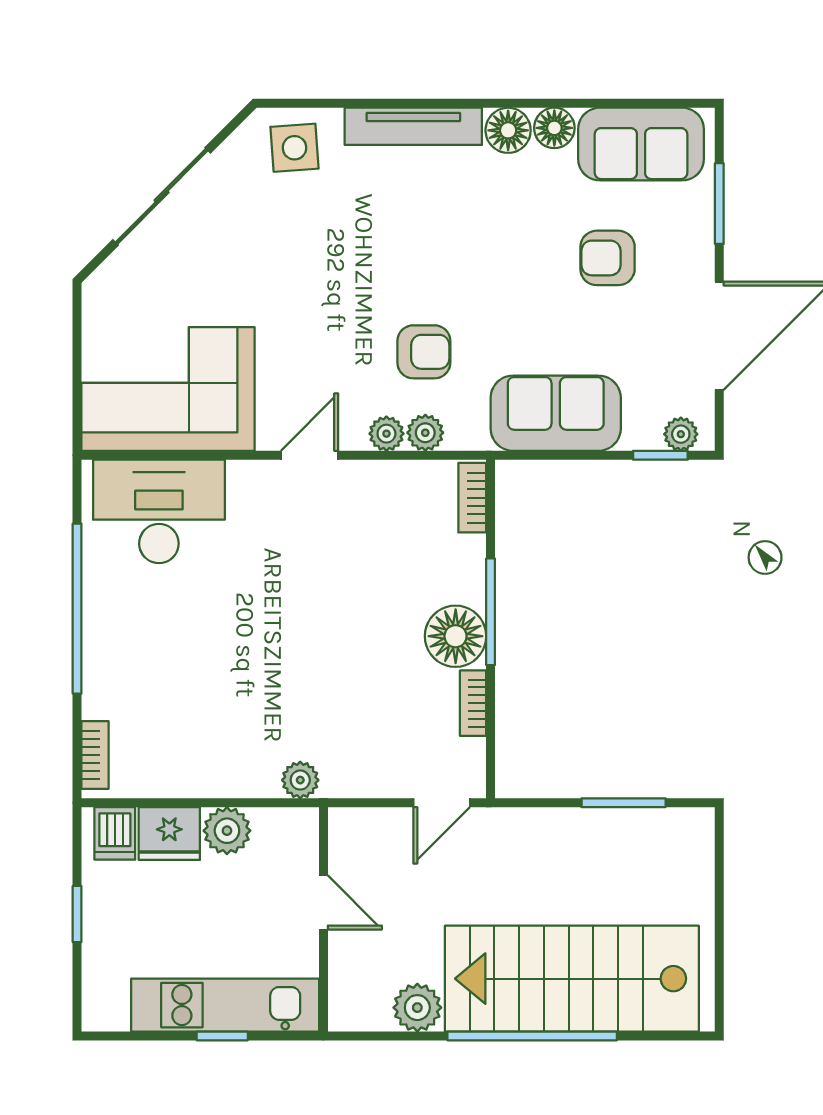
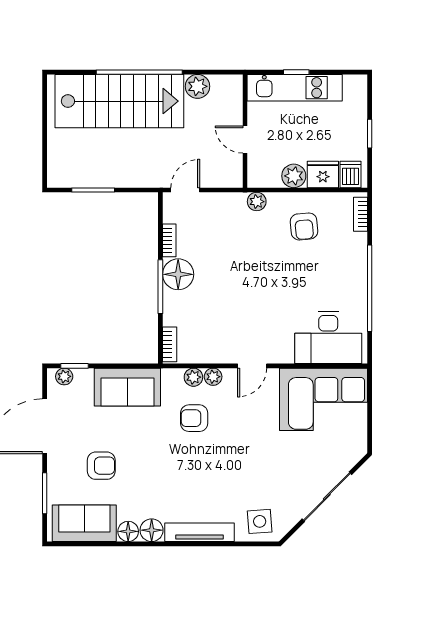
armchair: (207, 731) -> (304, 226), added

